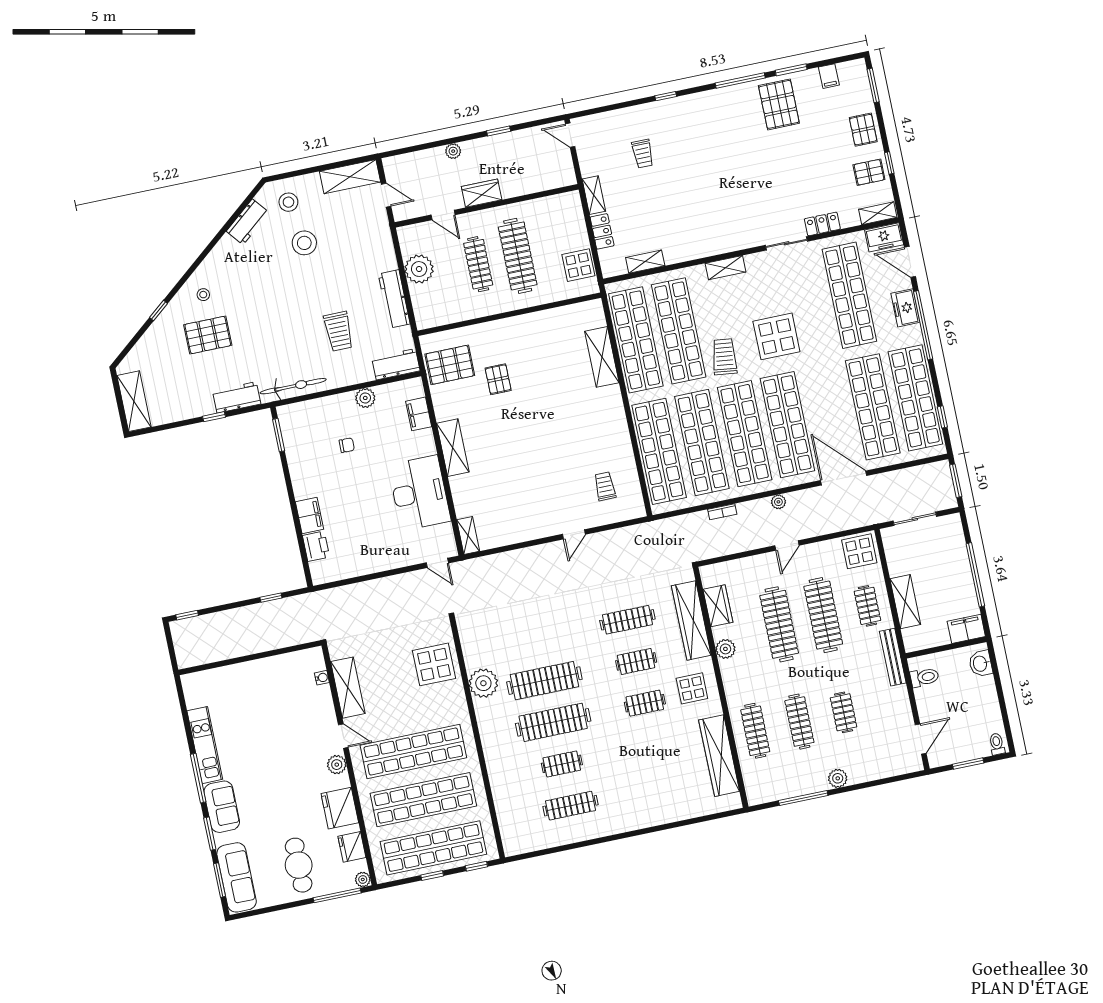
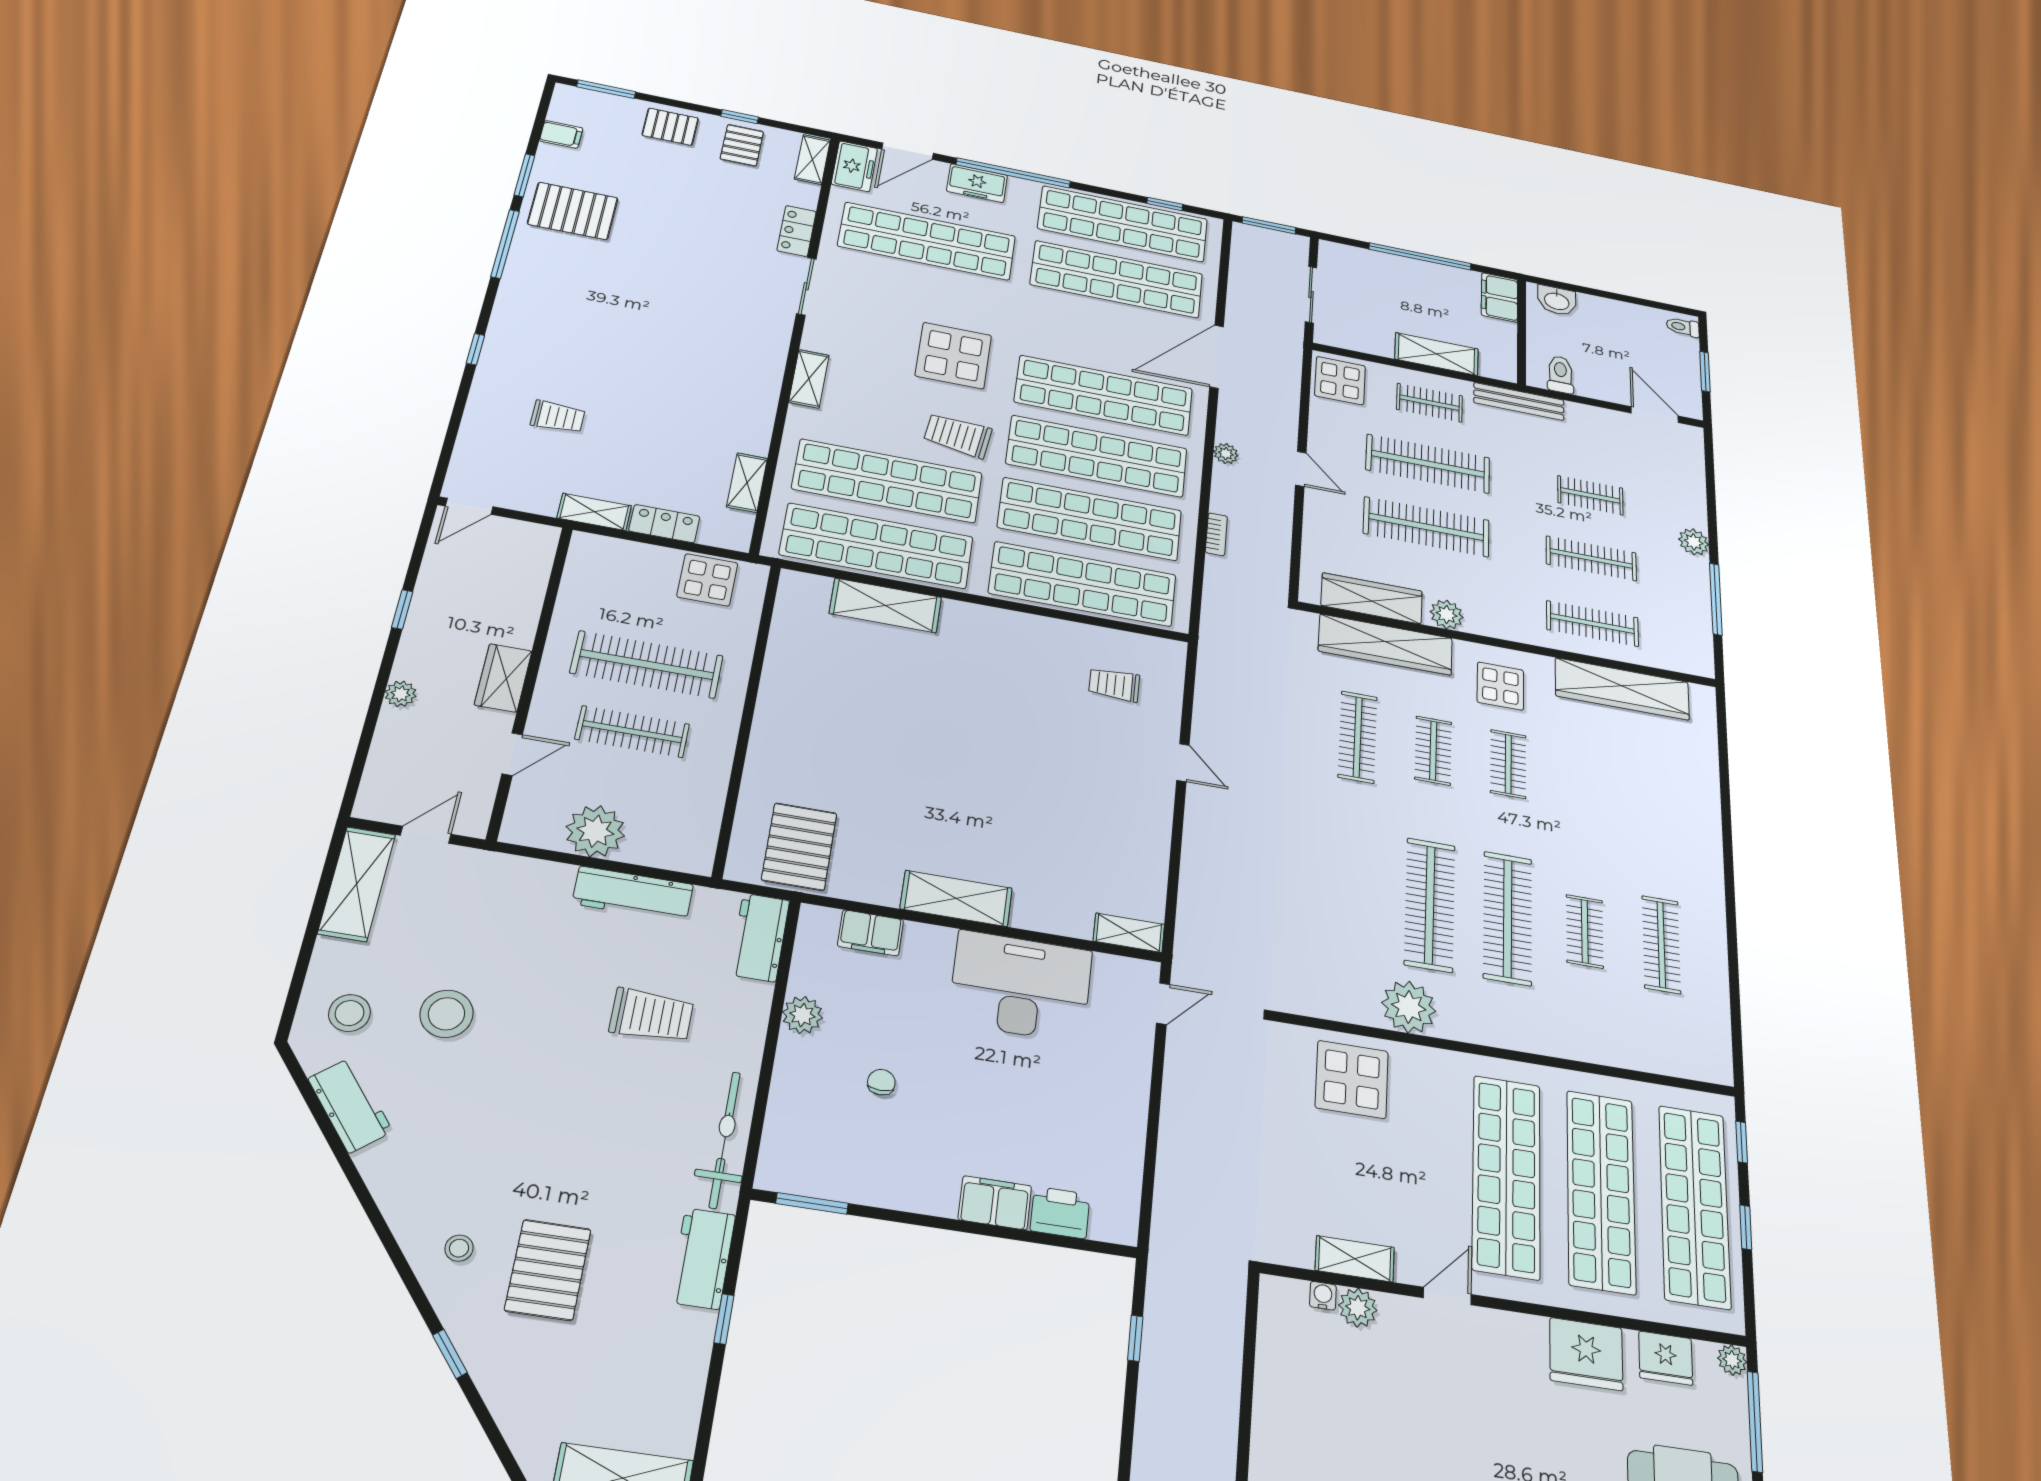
pallet: (498, 379) -> (859, 778), removed
wardrobe: (718, 606) -> (1372, 598), width x1.50
shelving: (348, 688) -> (1355, 1259), width x0.67, depth x0.75
plant: (337, 765) -> (1358, 1308), moved

